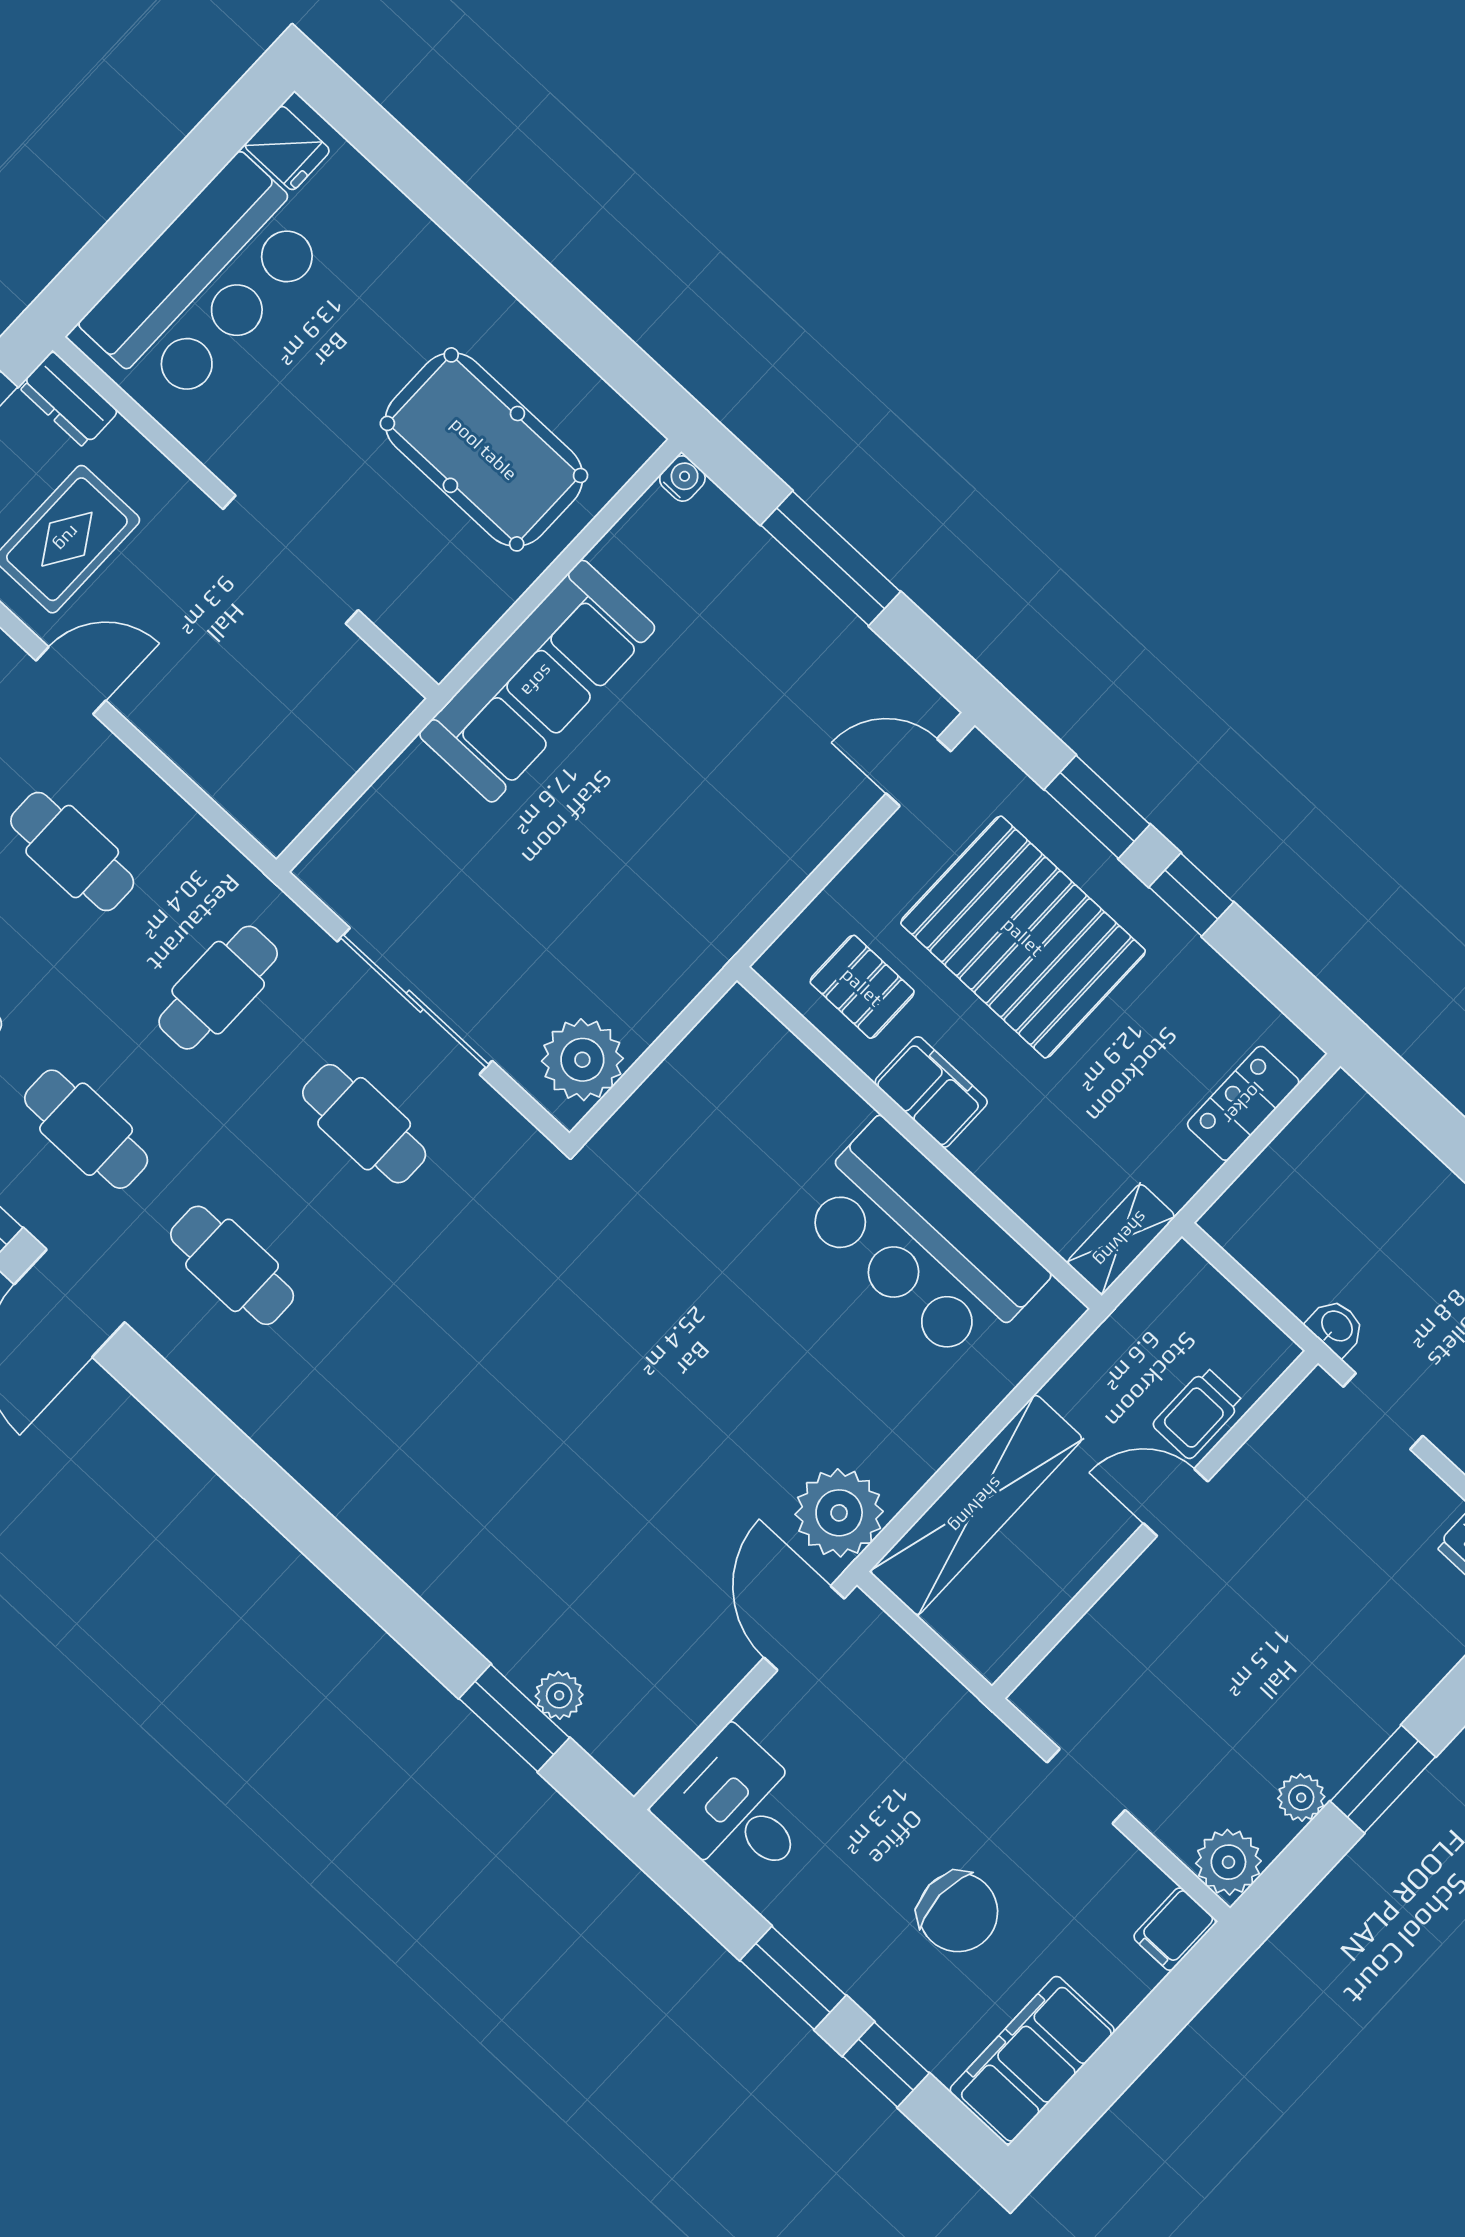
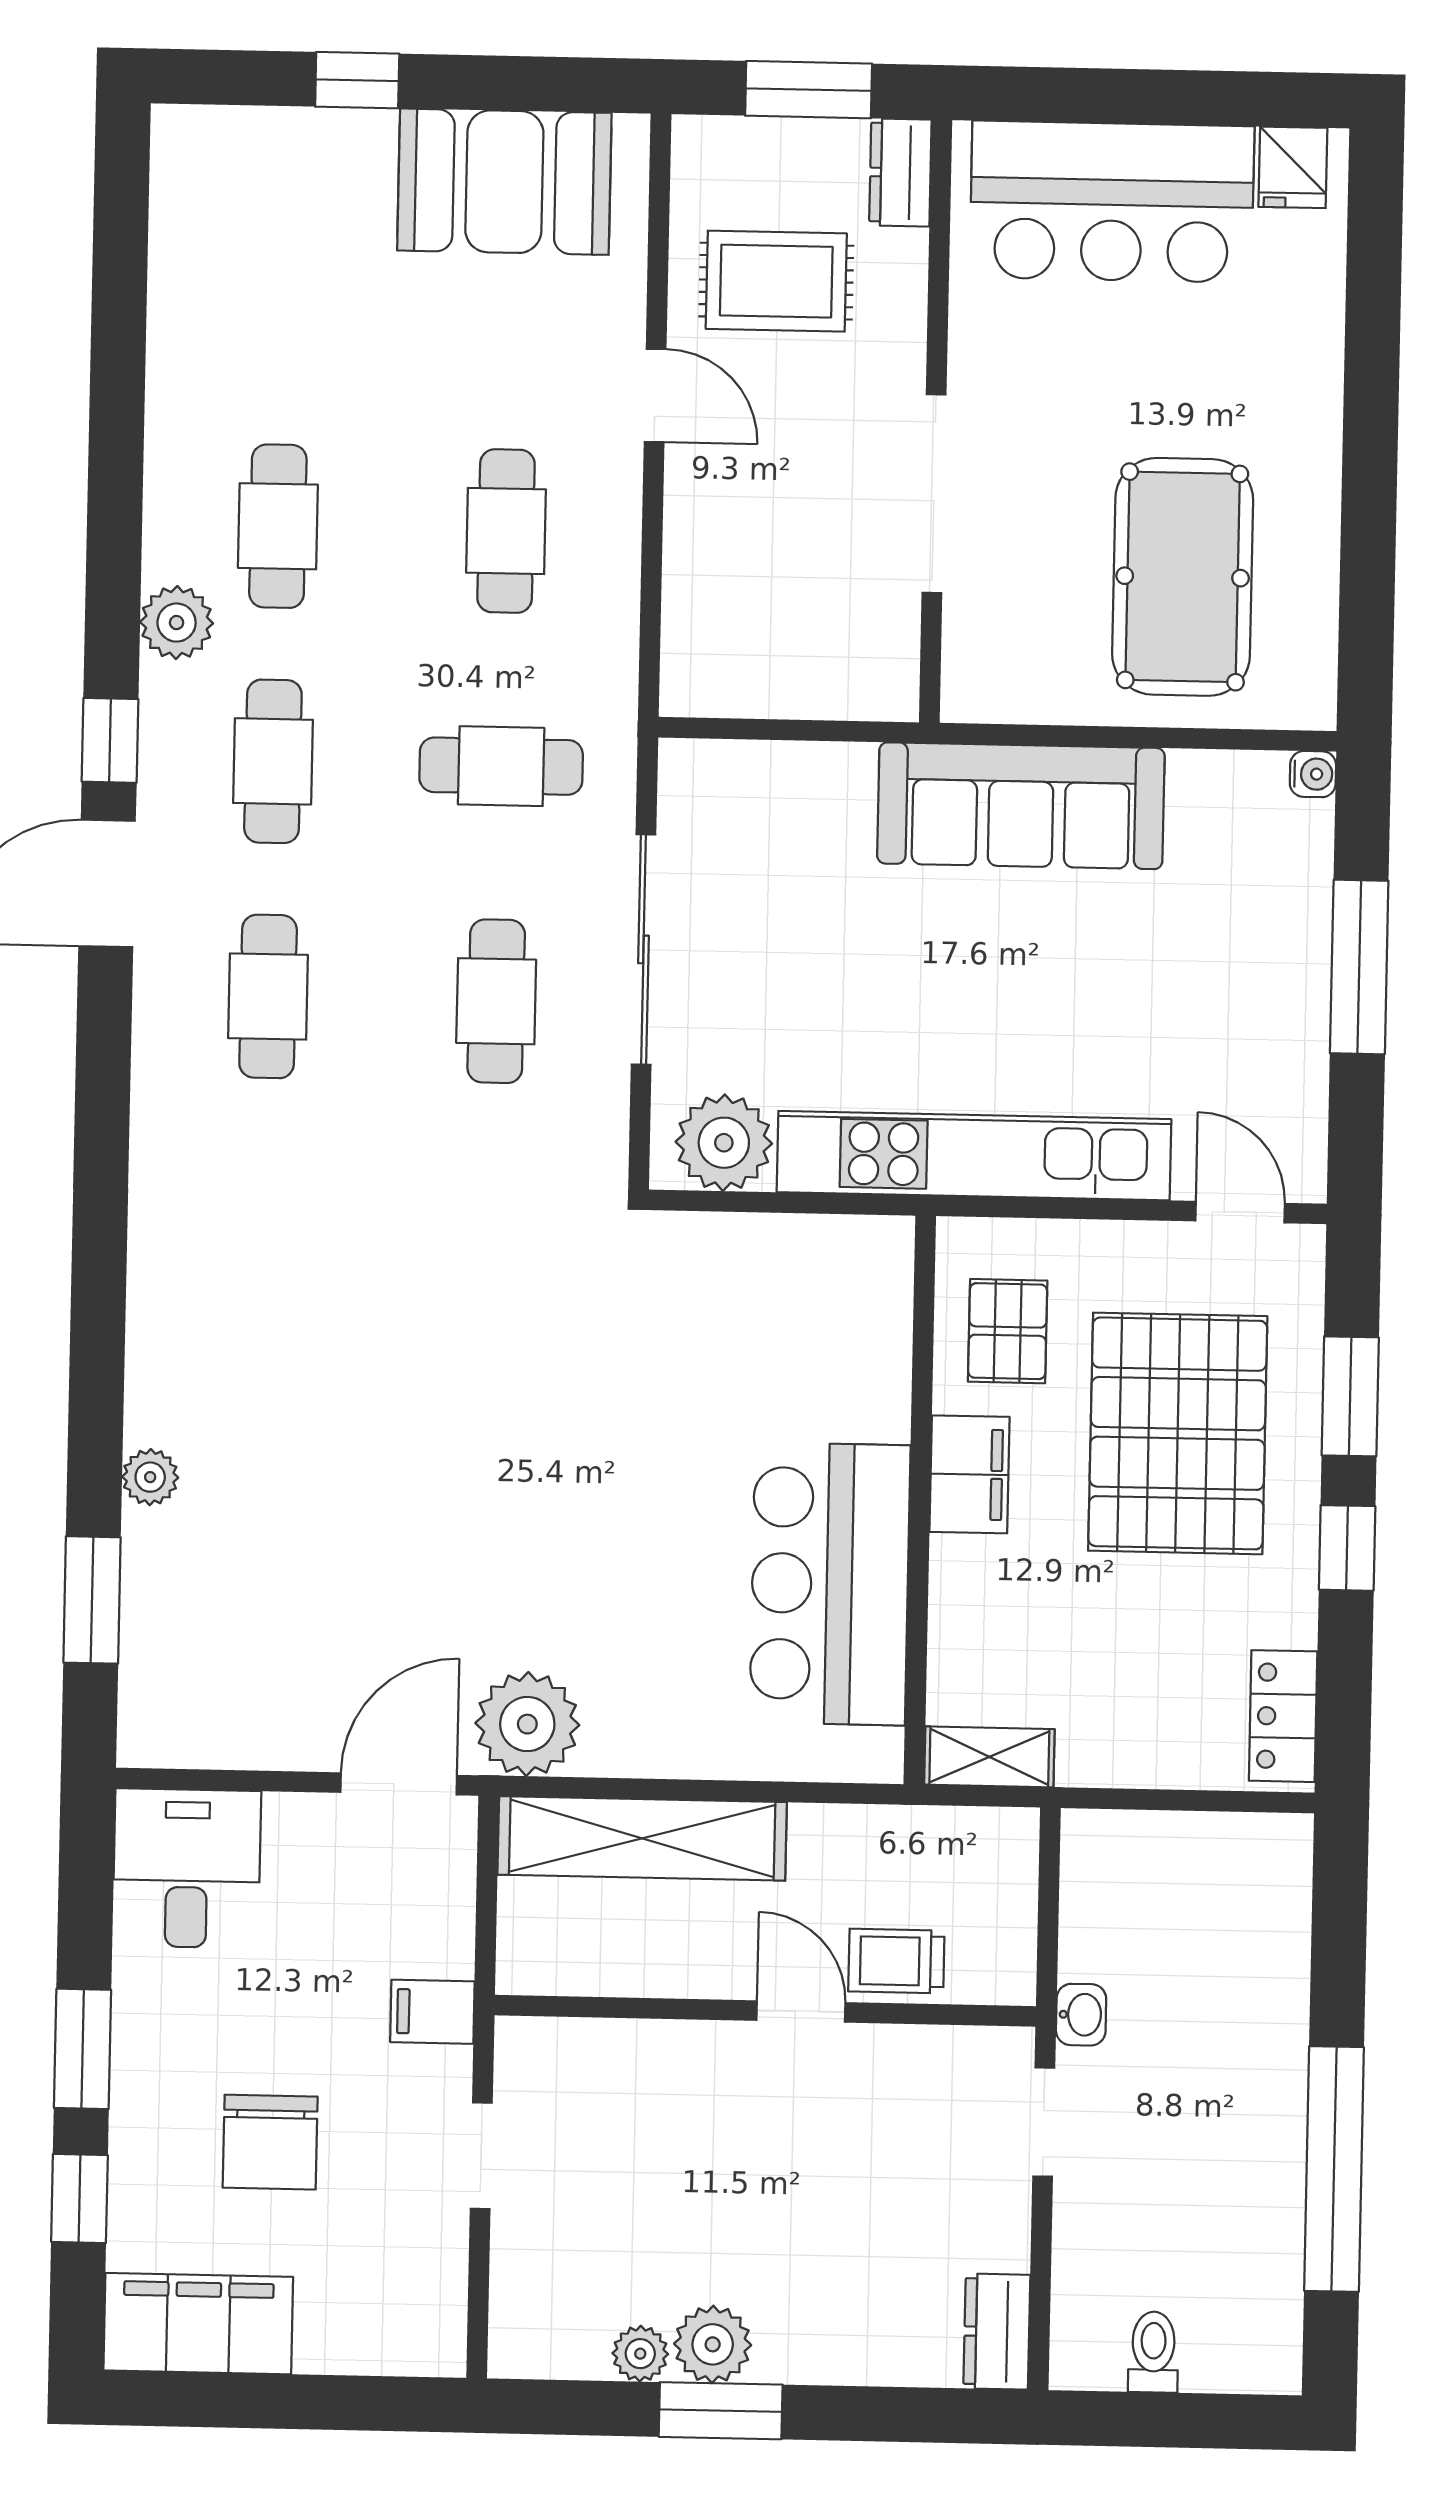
kitchen unit: (732, 909) -> (974, 1156), added
locker: (1243, 1103) -> (1283, 1716), moved, turned -90
plant: (559, 1695) -> (150, 1477), moved
plant: (1228, 1862) -> (713, 2344), moved
filing cabinet: (1175, 1929) -> (432, 2012), moved

